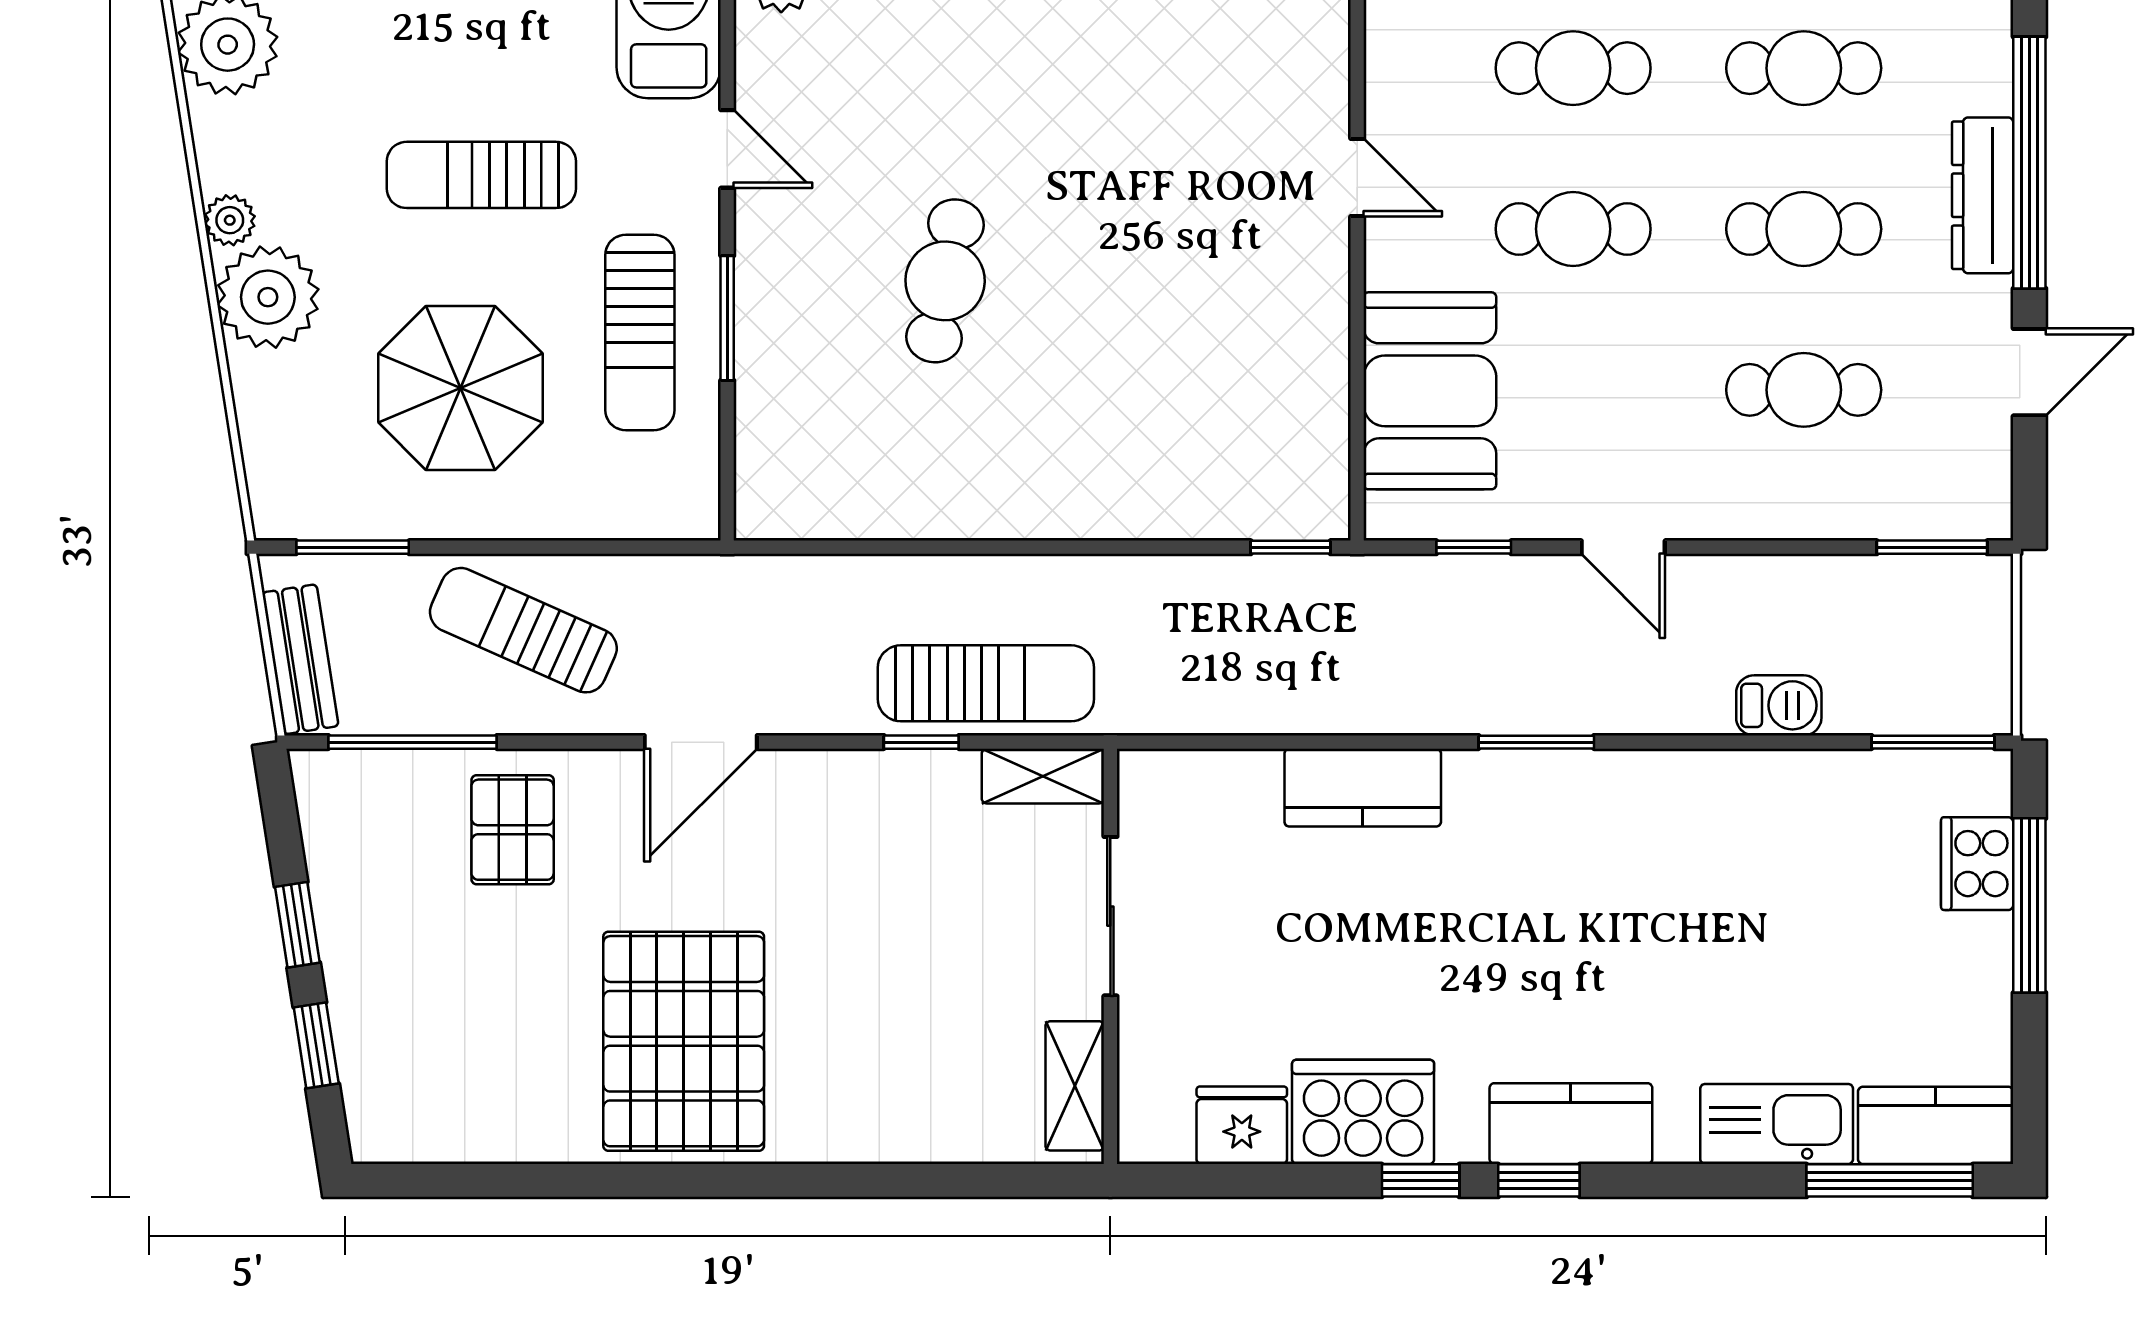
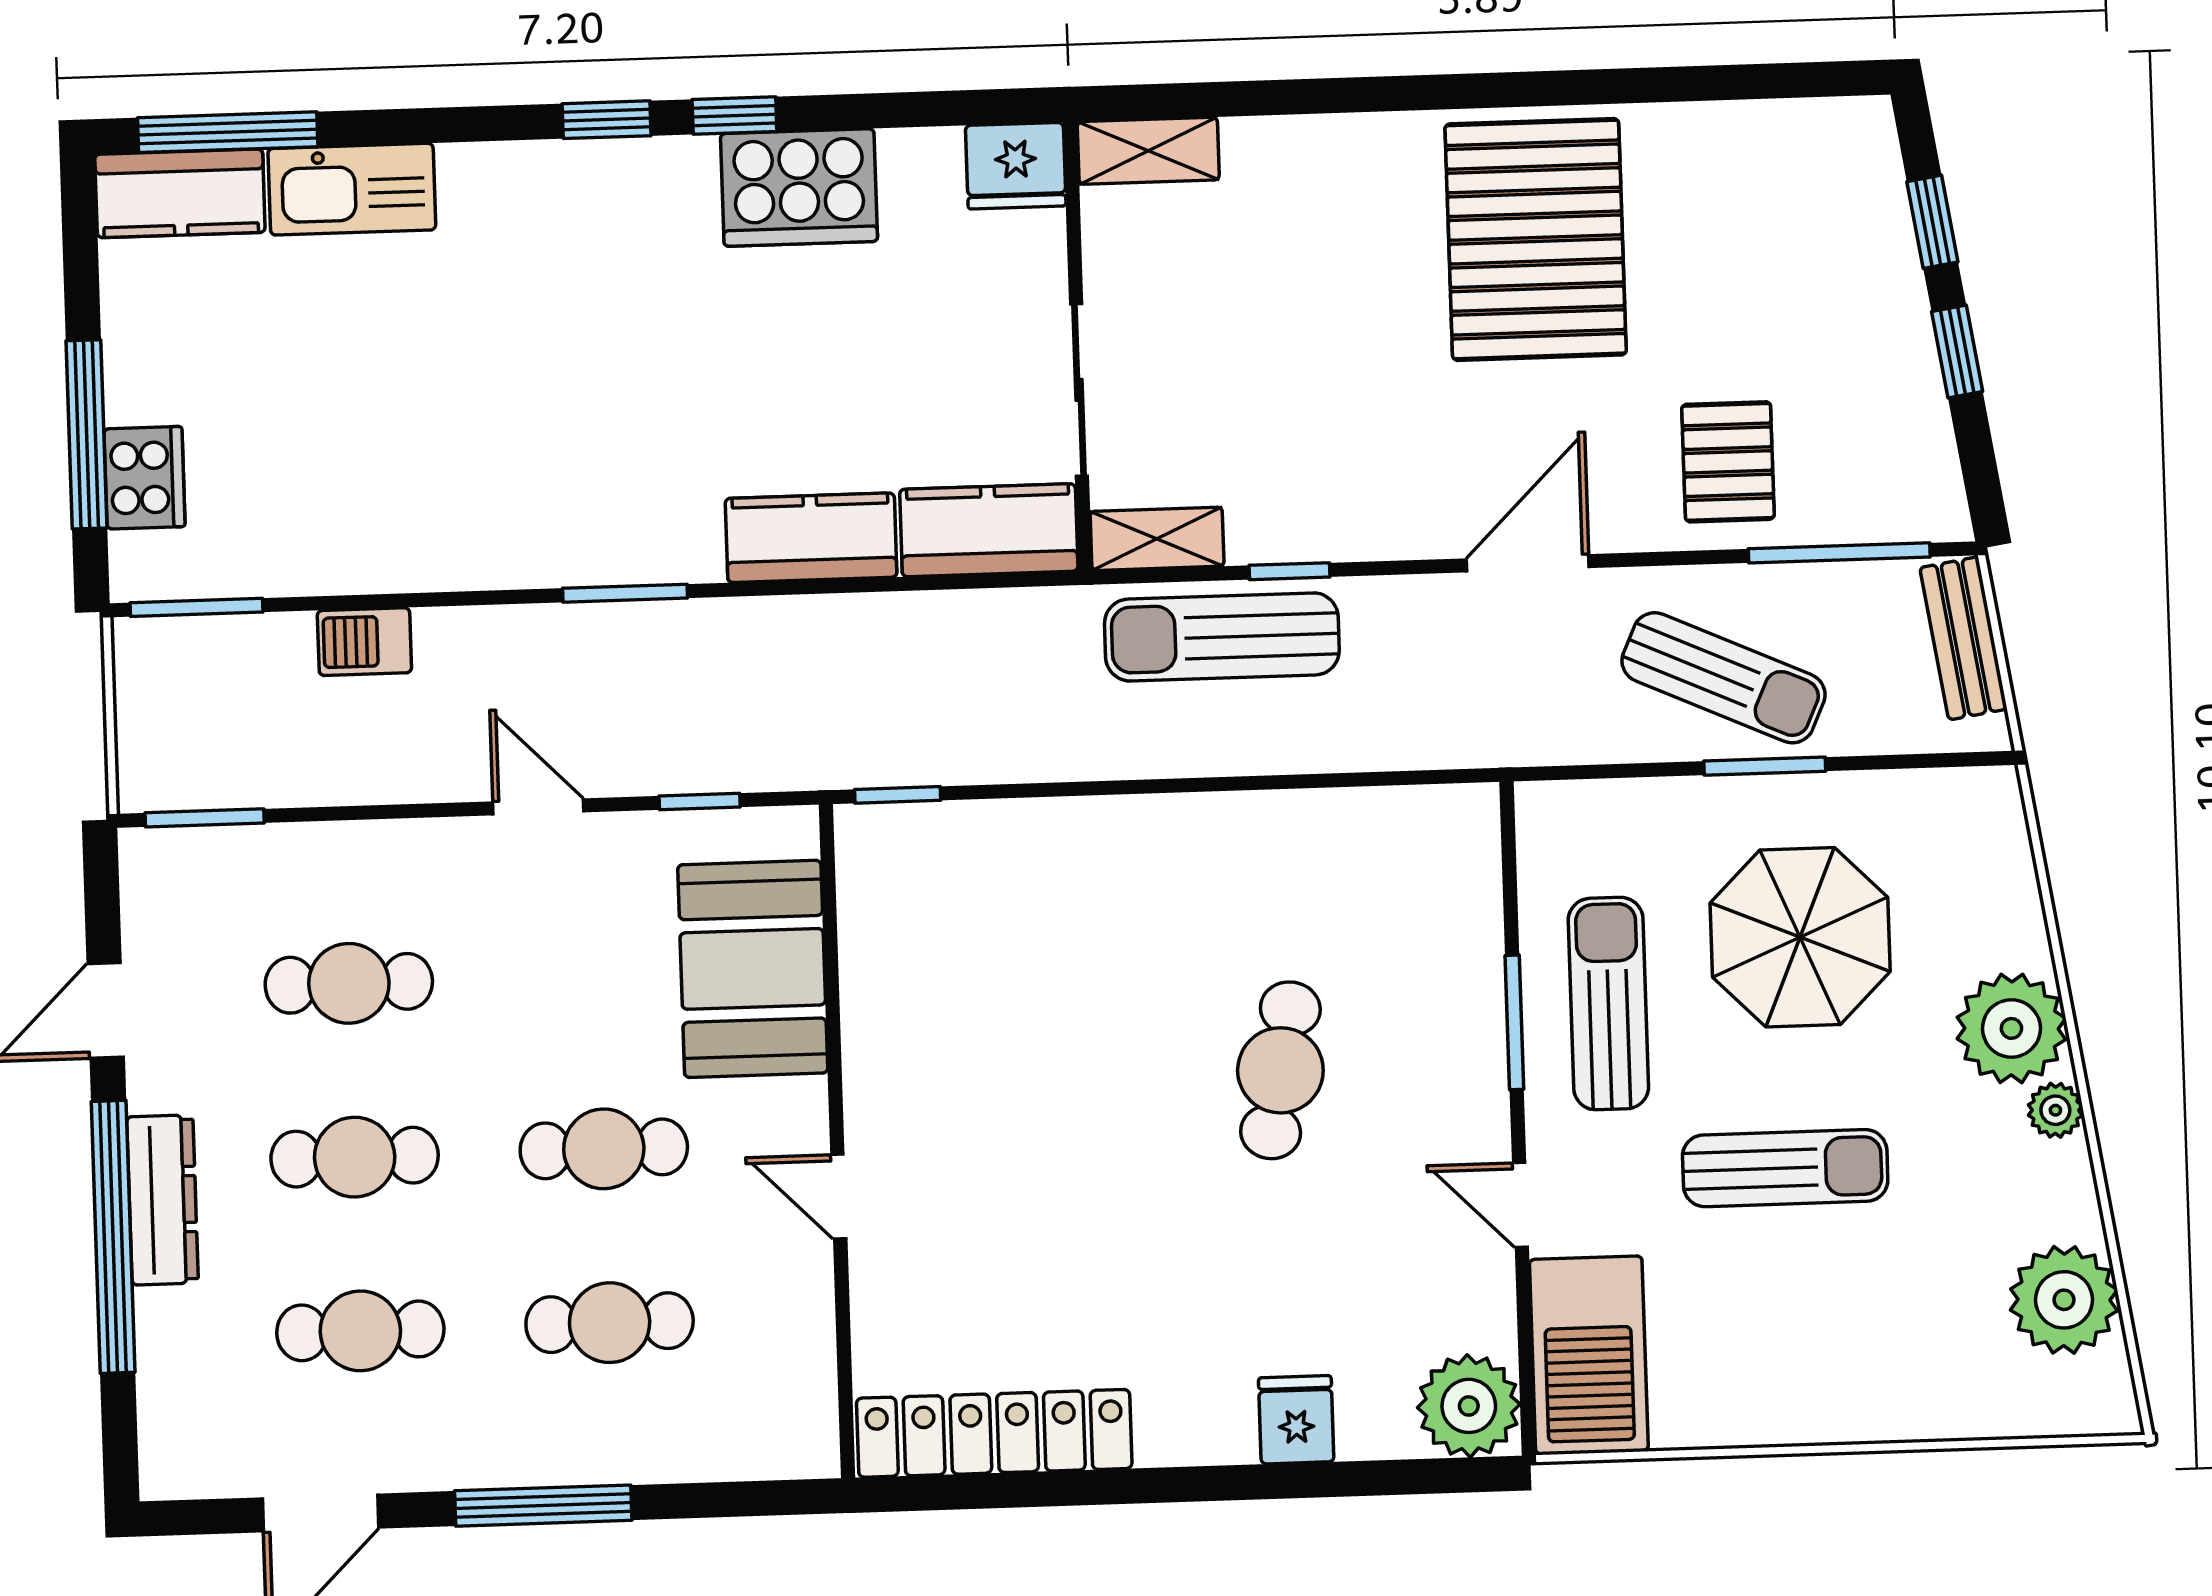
window: (353, 547) -> (1765, 766), moved
shelving: (1075, 1086) -> (1148, 151), moved, turned 90
kitchen counter: (1571, 1124) -> (989, 530), moved, turned 180
fridge: (1242, 1125) -> (1016, 166), moved

